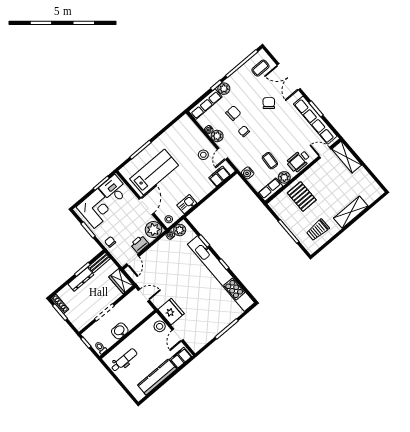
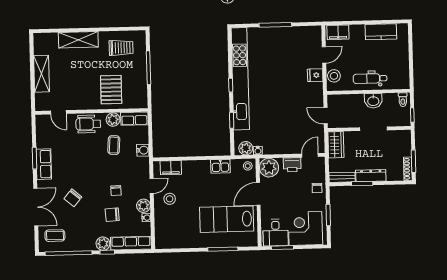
row of seats: (315, 120) -> (44, 164), width x0.50
shelving: (347, 157) -> (41, 74), moved
wheelchair: (299, 161) -> (88, 124), turned 180
fridge: (171, 312) -> (315, 75), width x0.53, depth x0.75
dental chair: (124, 360) -> (370, 79), moved
kitchen counter: (157, 377) -> (381, 32), width x0.67

